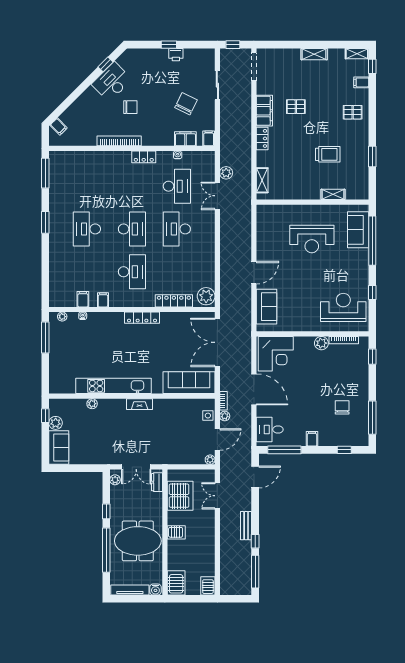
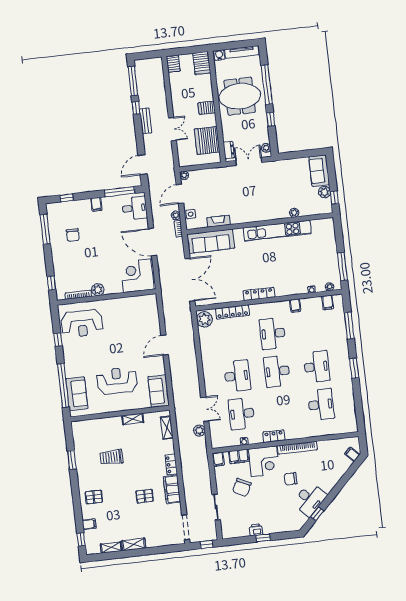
shelving: (357, 54) -> (111, 548), moved
corner desk: (158, 130) -> (264, 461), added
window: (45, 173) -> (349, 325), moved
desk: (87, 186) -> (321, 404), added
shelving: (333, 194) -> (133, 419), moved
filing cabinet: (83, 299) -> (328, 302), moved
sofa: (267, 307) -> (159, 391), moved
fireplace: (140, 404) -> (219, 221), moved
double door: (217, 496) -> (172, 129), moved

